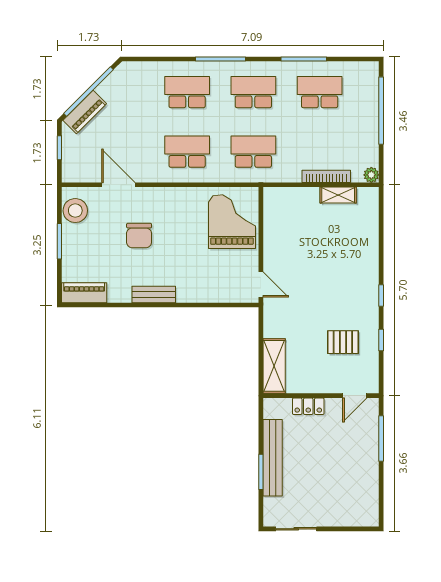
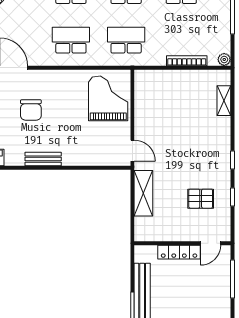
shelving: (338, 195) -> (224, 101), moved, turned 90
shelving: (274, 366) -> (143, 193), moved
locker: (308, 406) -> (179, 252), width x1.53

